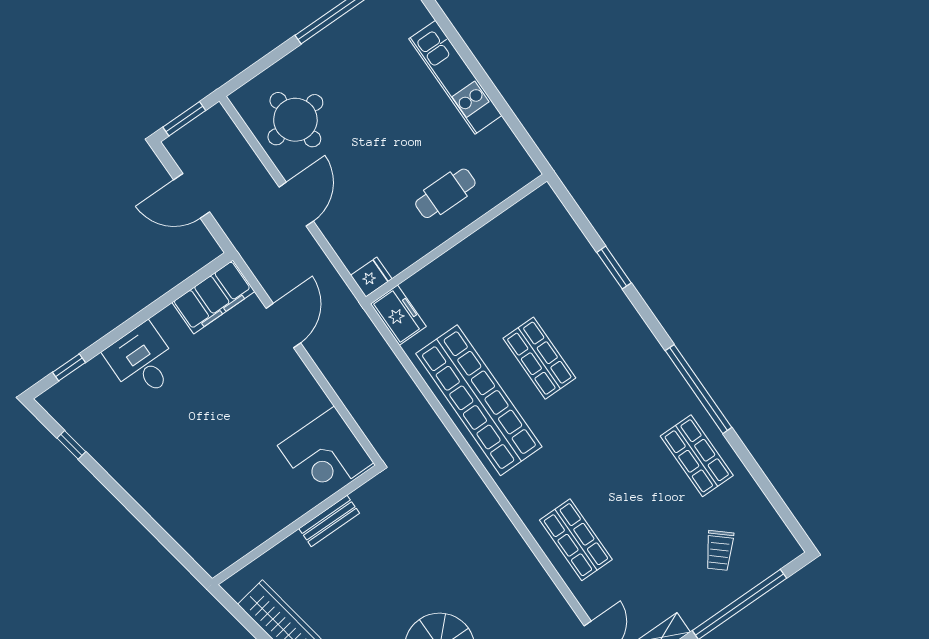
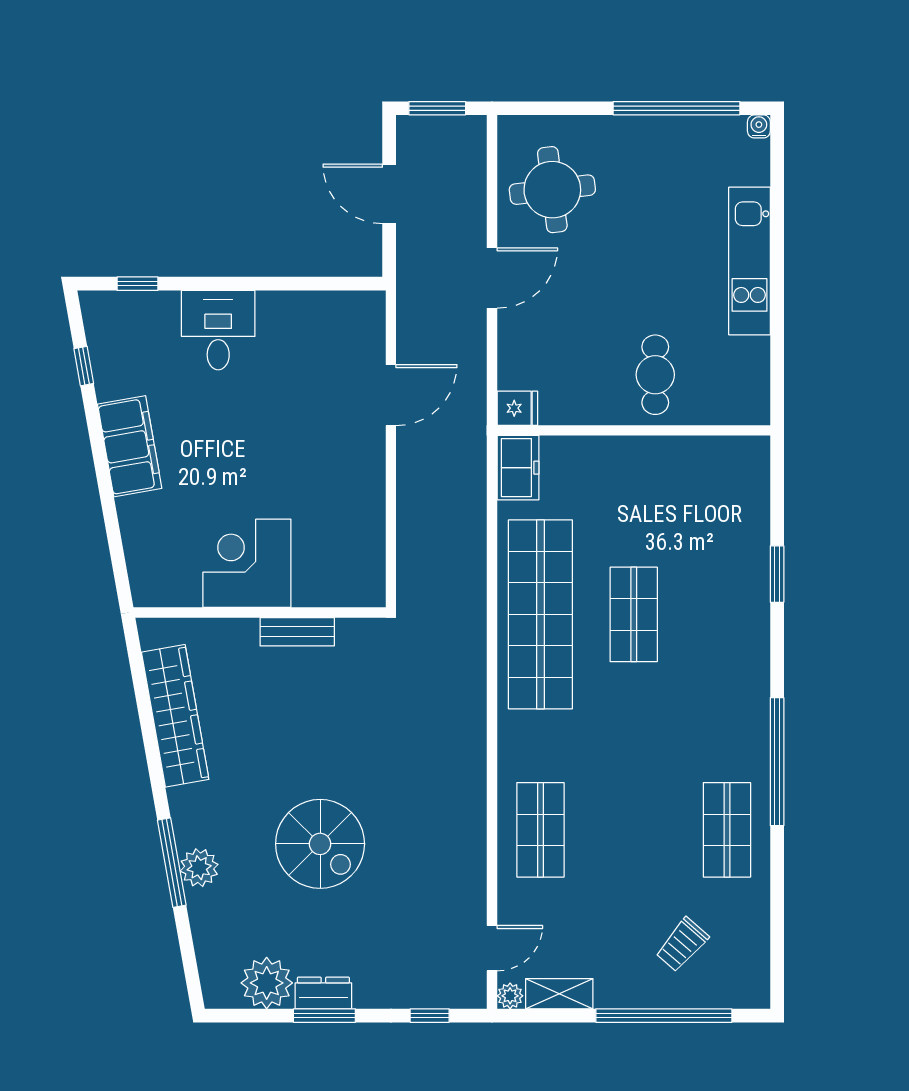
cafe table: (445, 193) -> (655, 375), turned 90
filing cabinet: (213, 297) -> (130, 446), moved, turned -100
corner desk: (326, 454) -> (247, 563), moved, turned 90

